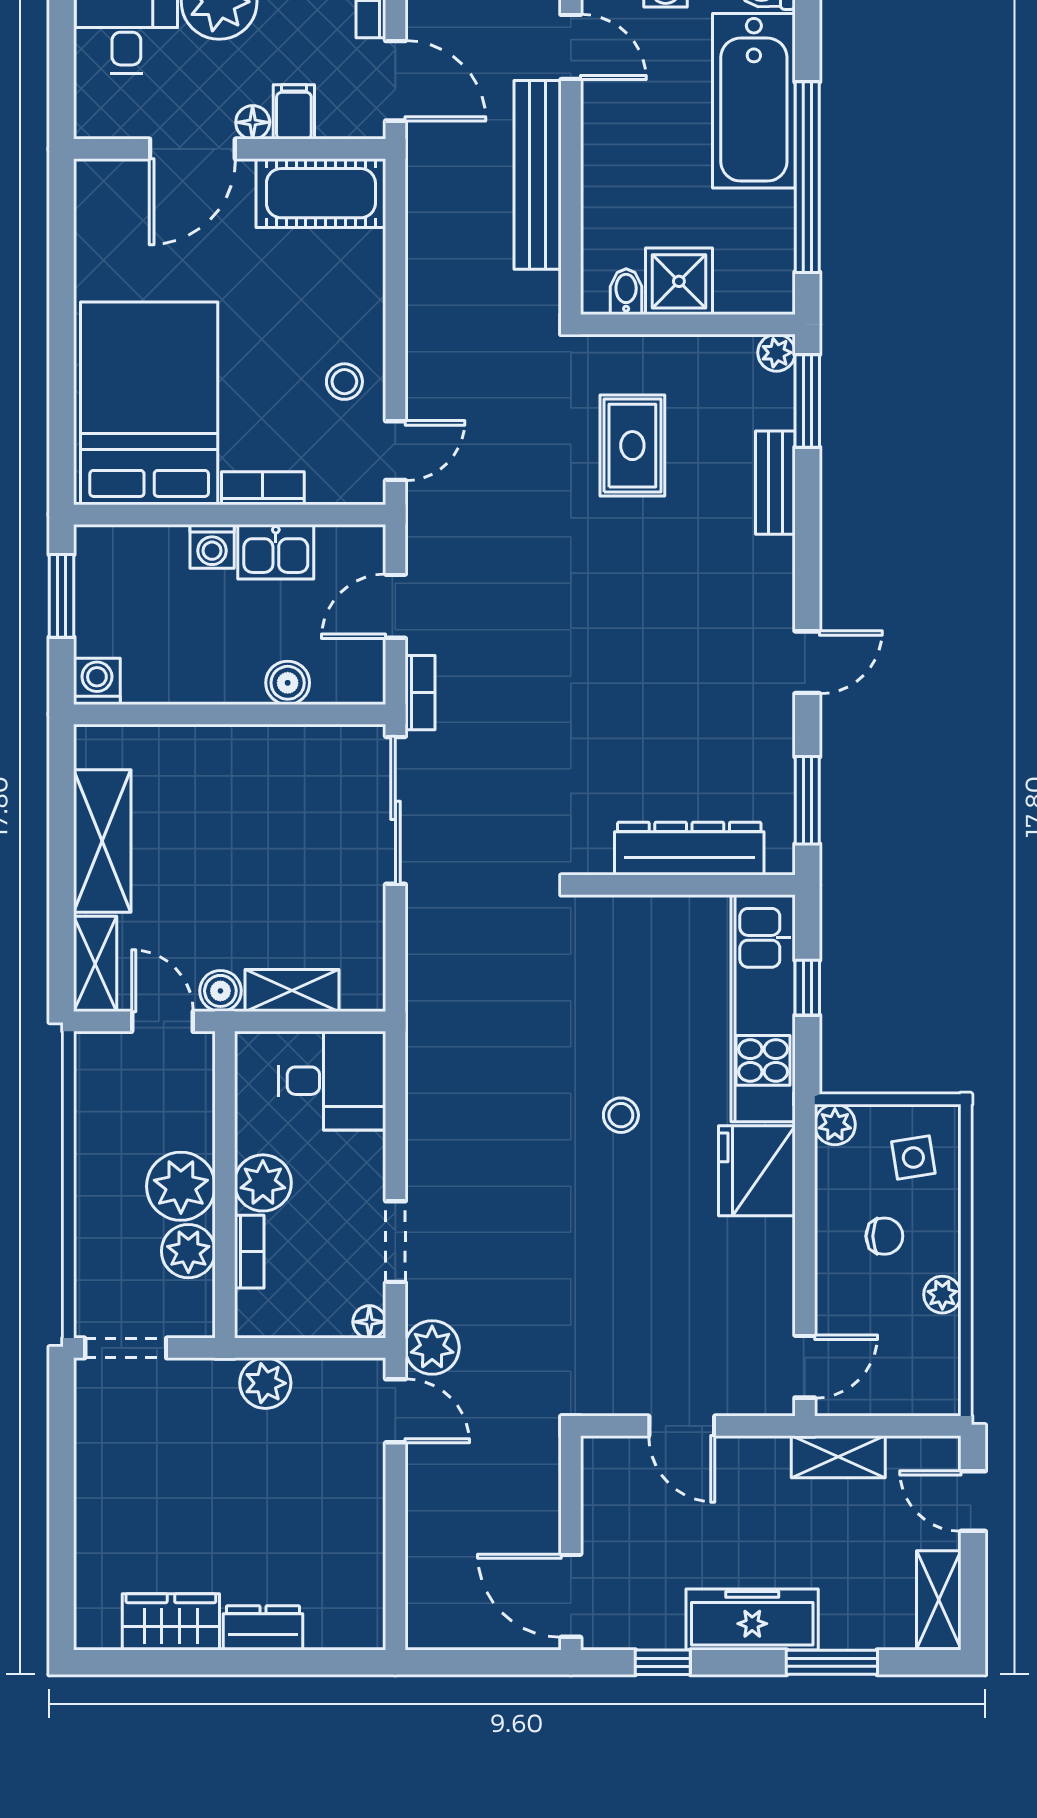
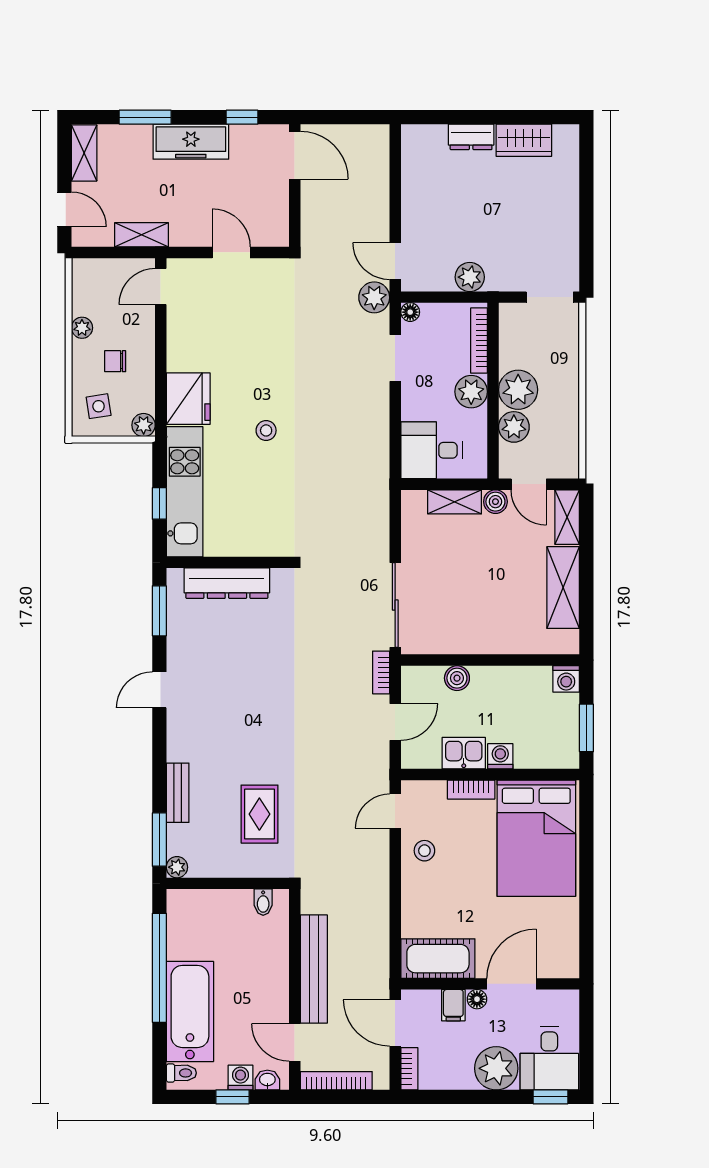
shower: (679, 281) -> (233, 908), removed
plant: (188, 1251) -> (514, 427), moved
bookcase: (249, 1252) -> (479, 341), width x1.56

